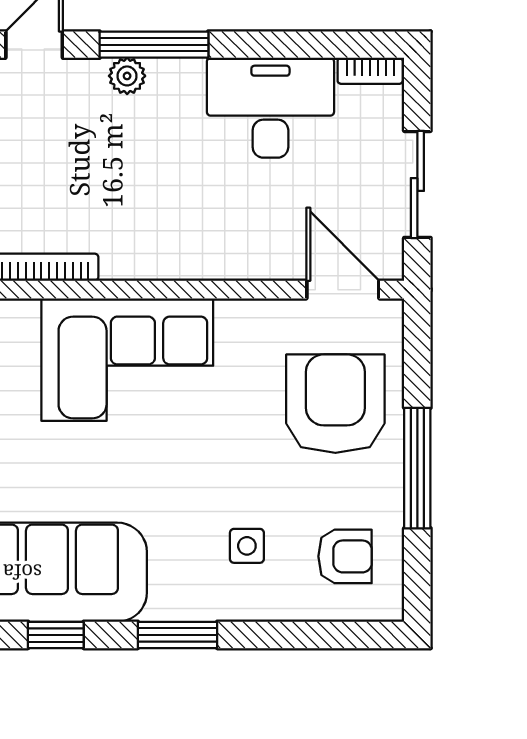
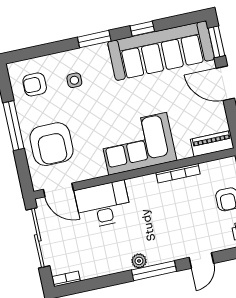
plant: (127, 76) -> (139, 261), moved
desk: (270, 108) -> (103, 205), moved, turned 180
sliding door: (417, 184) -> (38, 238), width x1.37

